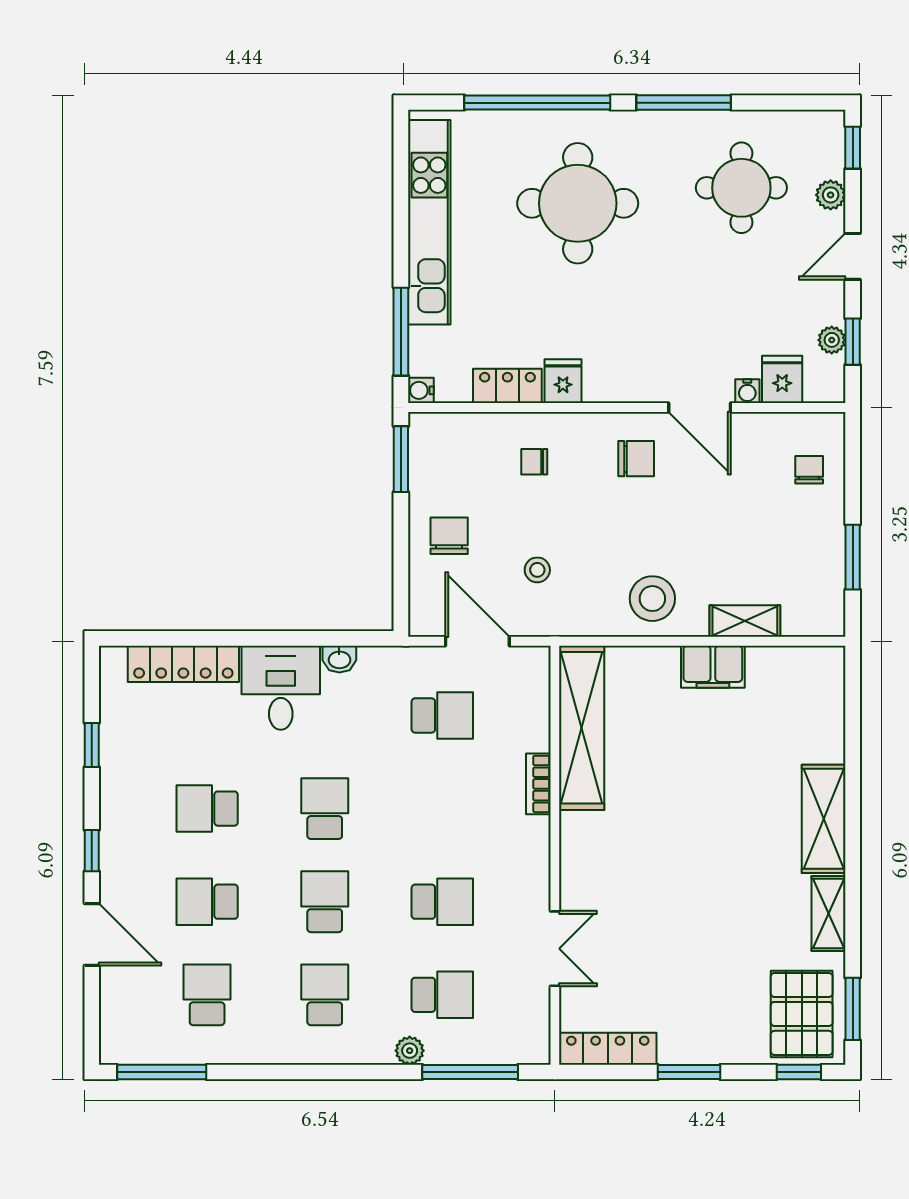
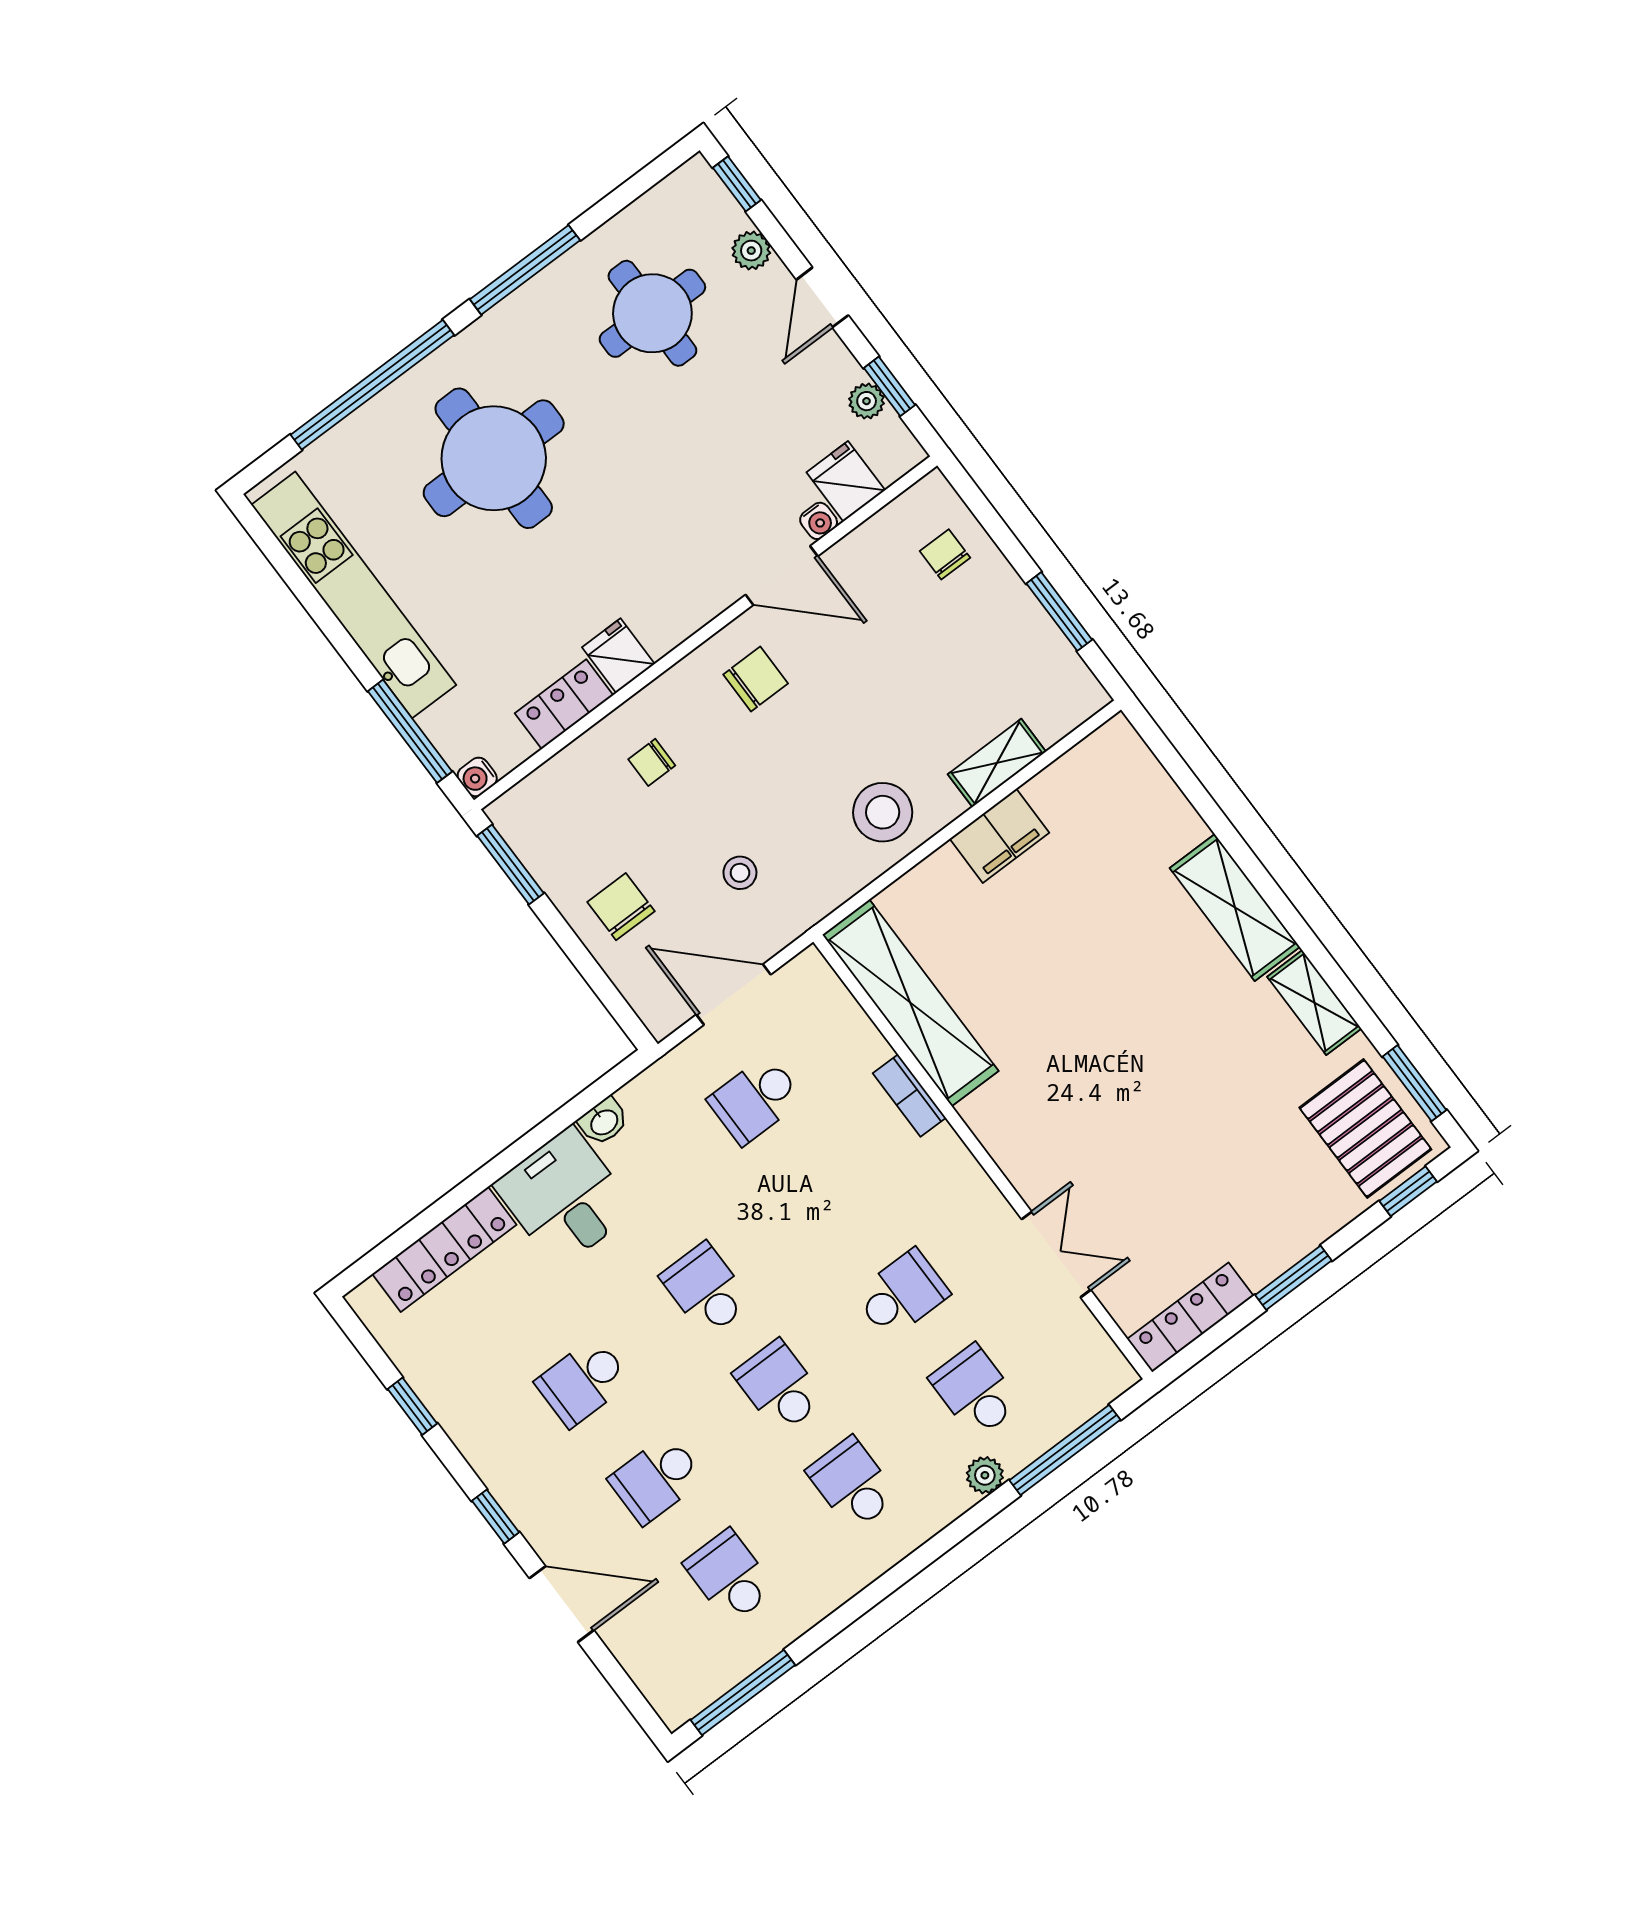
school desk: (442, 715) -> (755, 1100), turned 180
school desk: (442, 995) -> (975, 1391), turned -90

